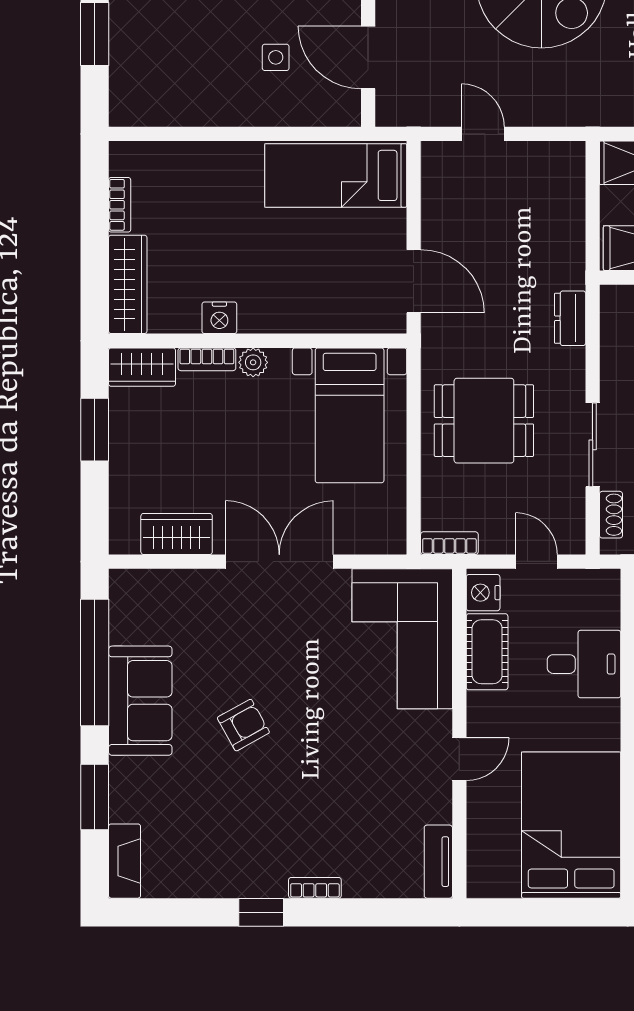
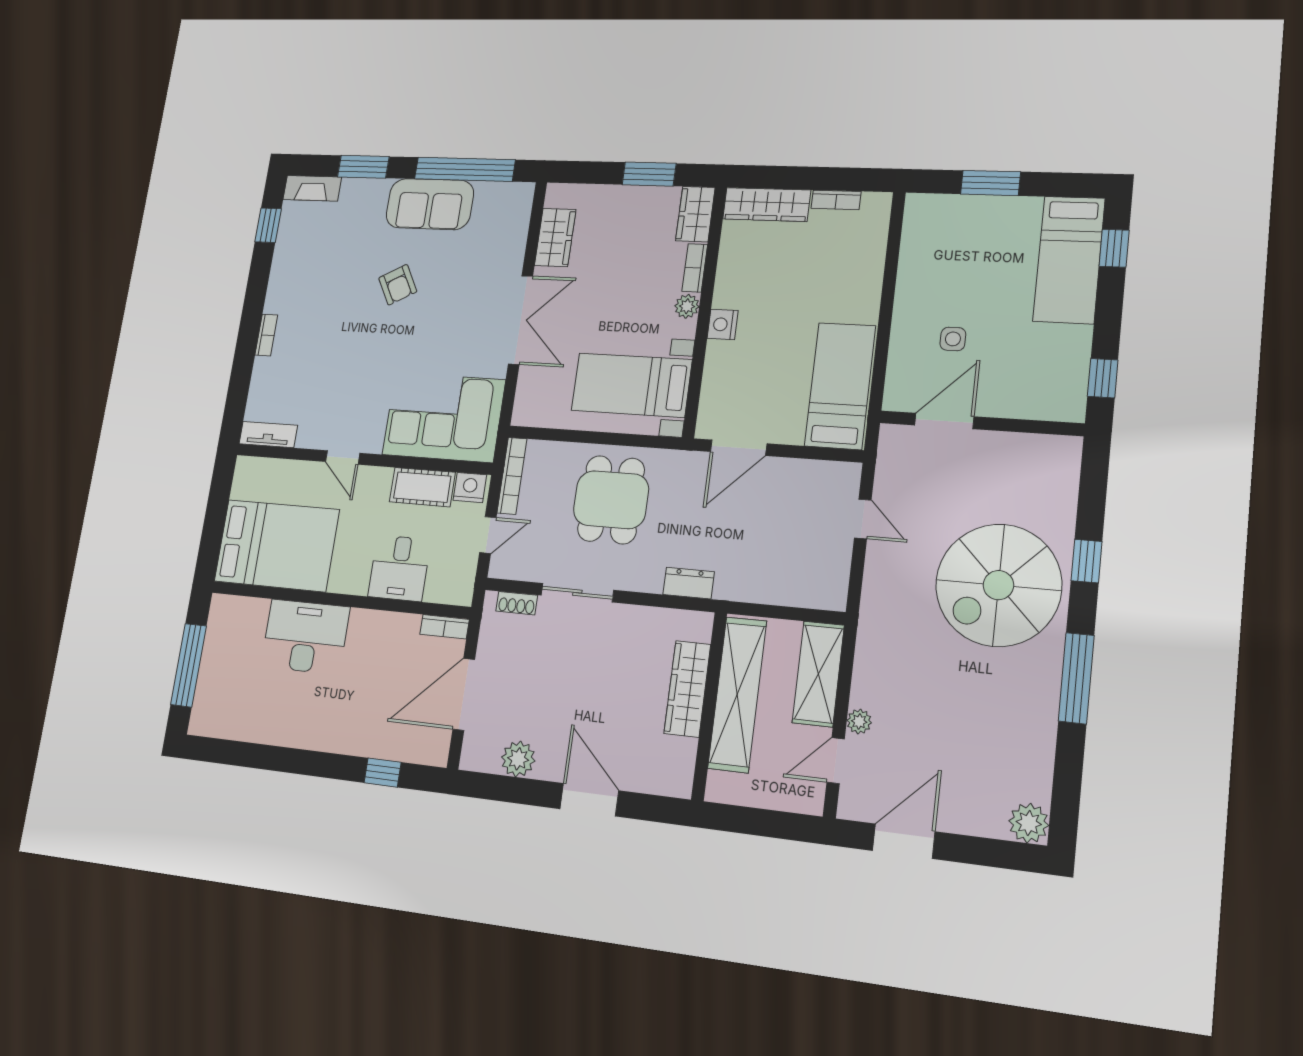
door: (483, 134) -> (863, 519), hinge flipped
nightstand: (219, 318) -> (723, 324), moved
bookcase: (449, 543) -> (512, 476), width x1.56
window: (261, 912) -> (268, 225), moved

